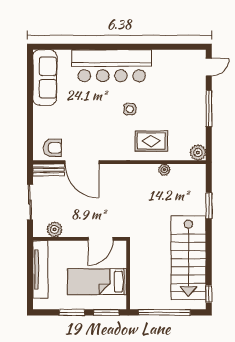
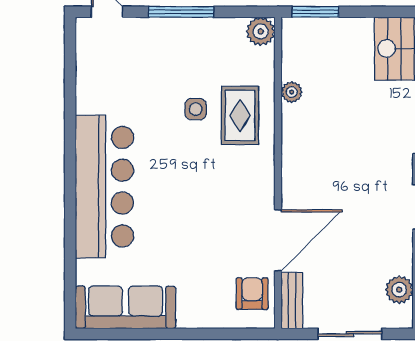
side table: (130, 109) -> (196, 109), moved
window: (209, 206) -> (315, 12), moved

